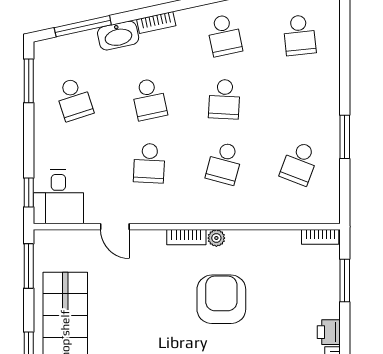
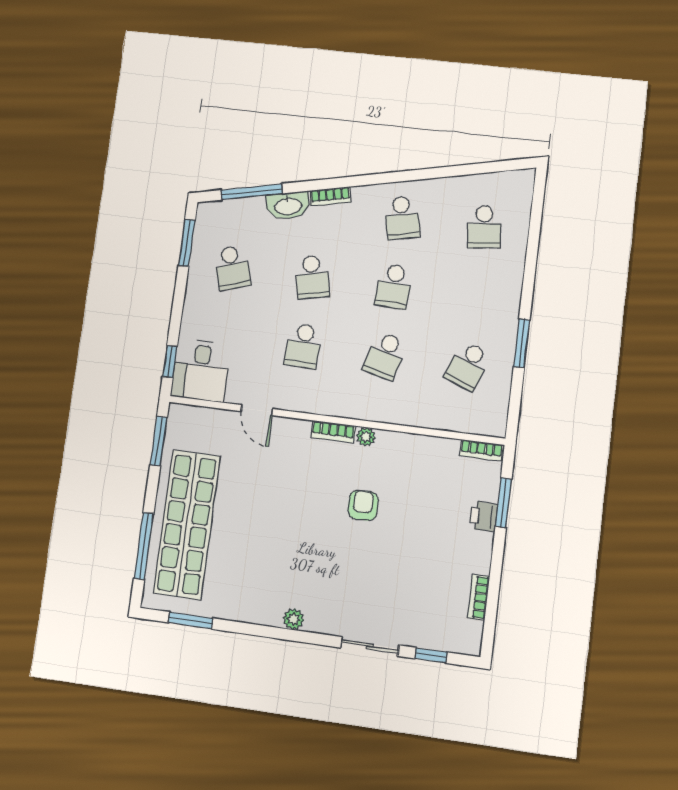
armchair: (221, 299) -> (363, 505), width x0.53, depth x0.53
printer: (329, 332) -> (484, 516), moved

